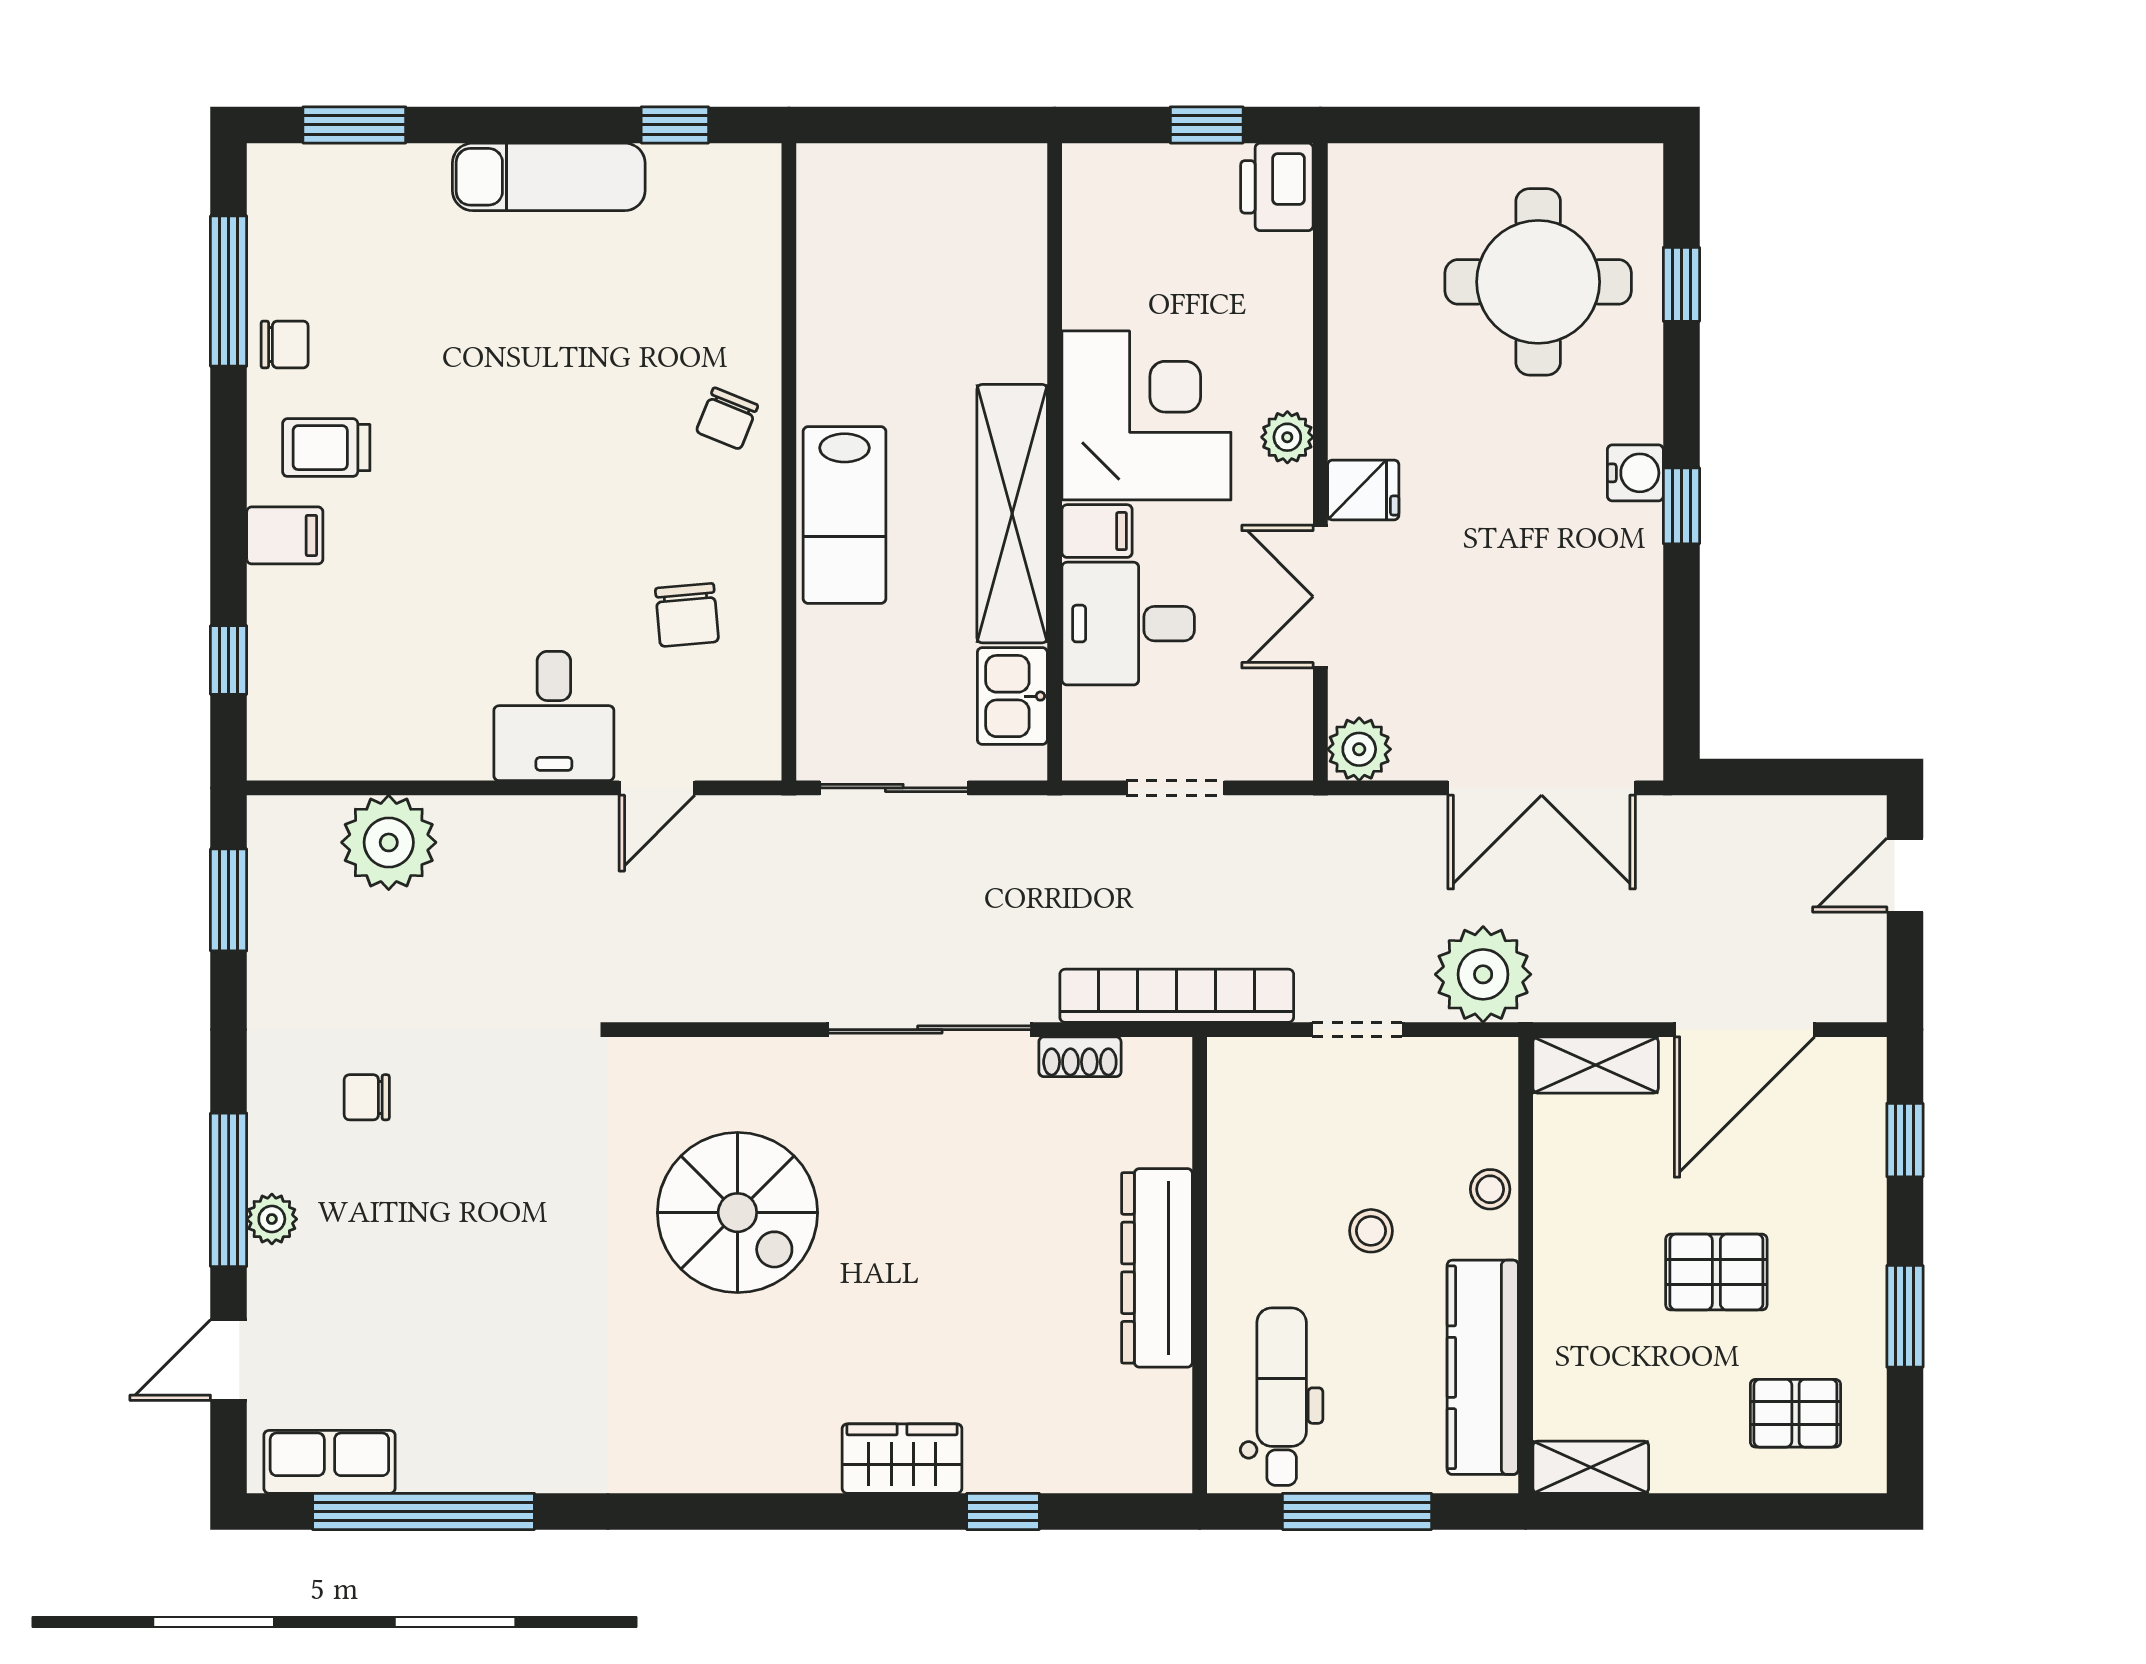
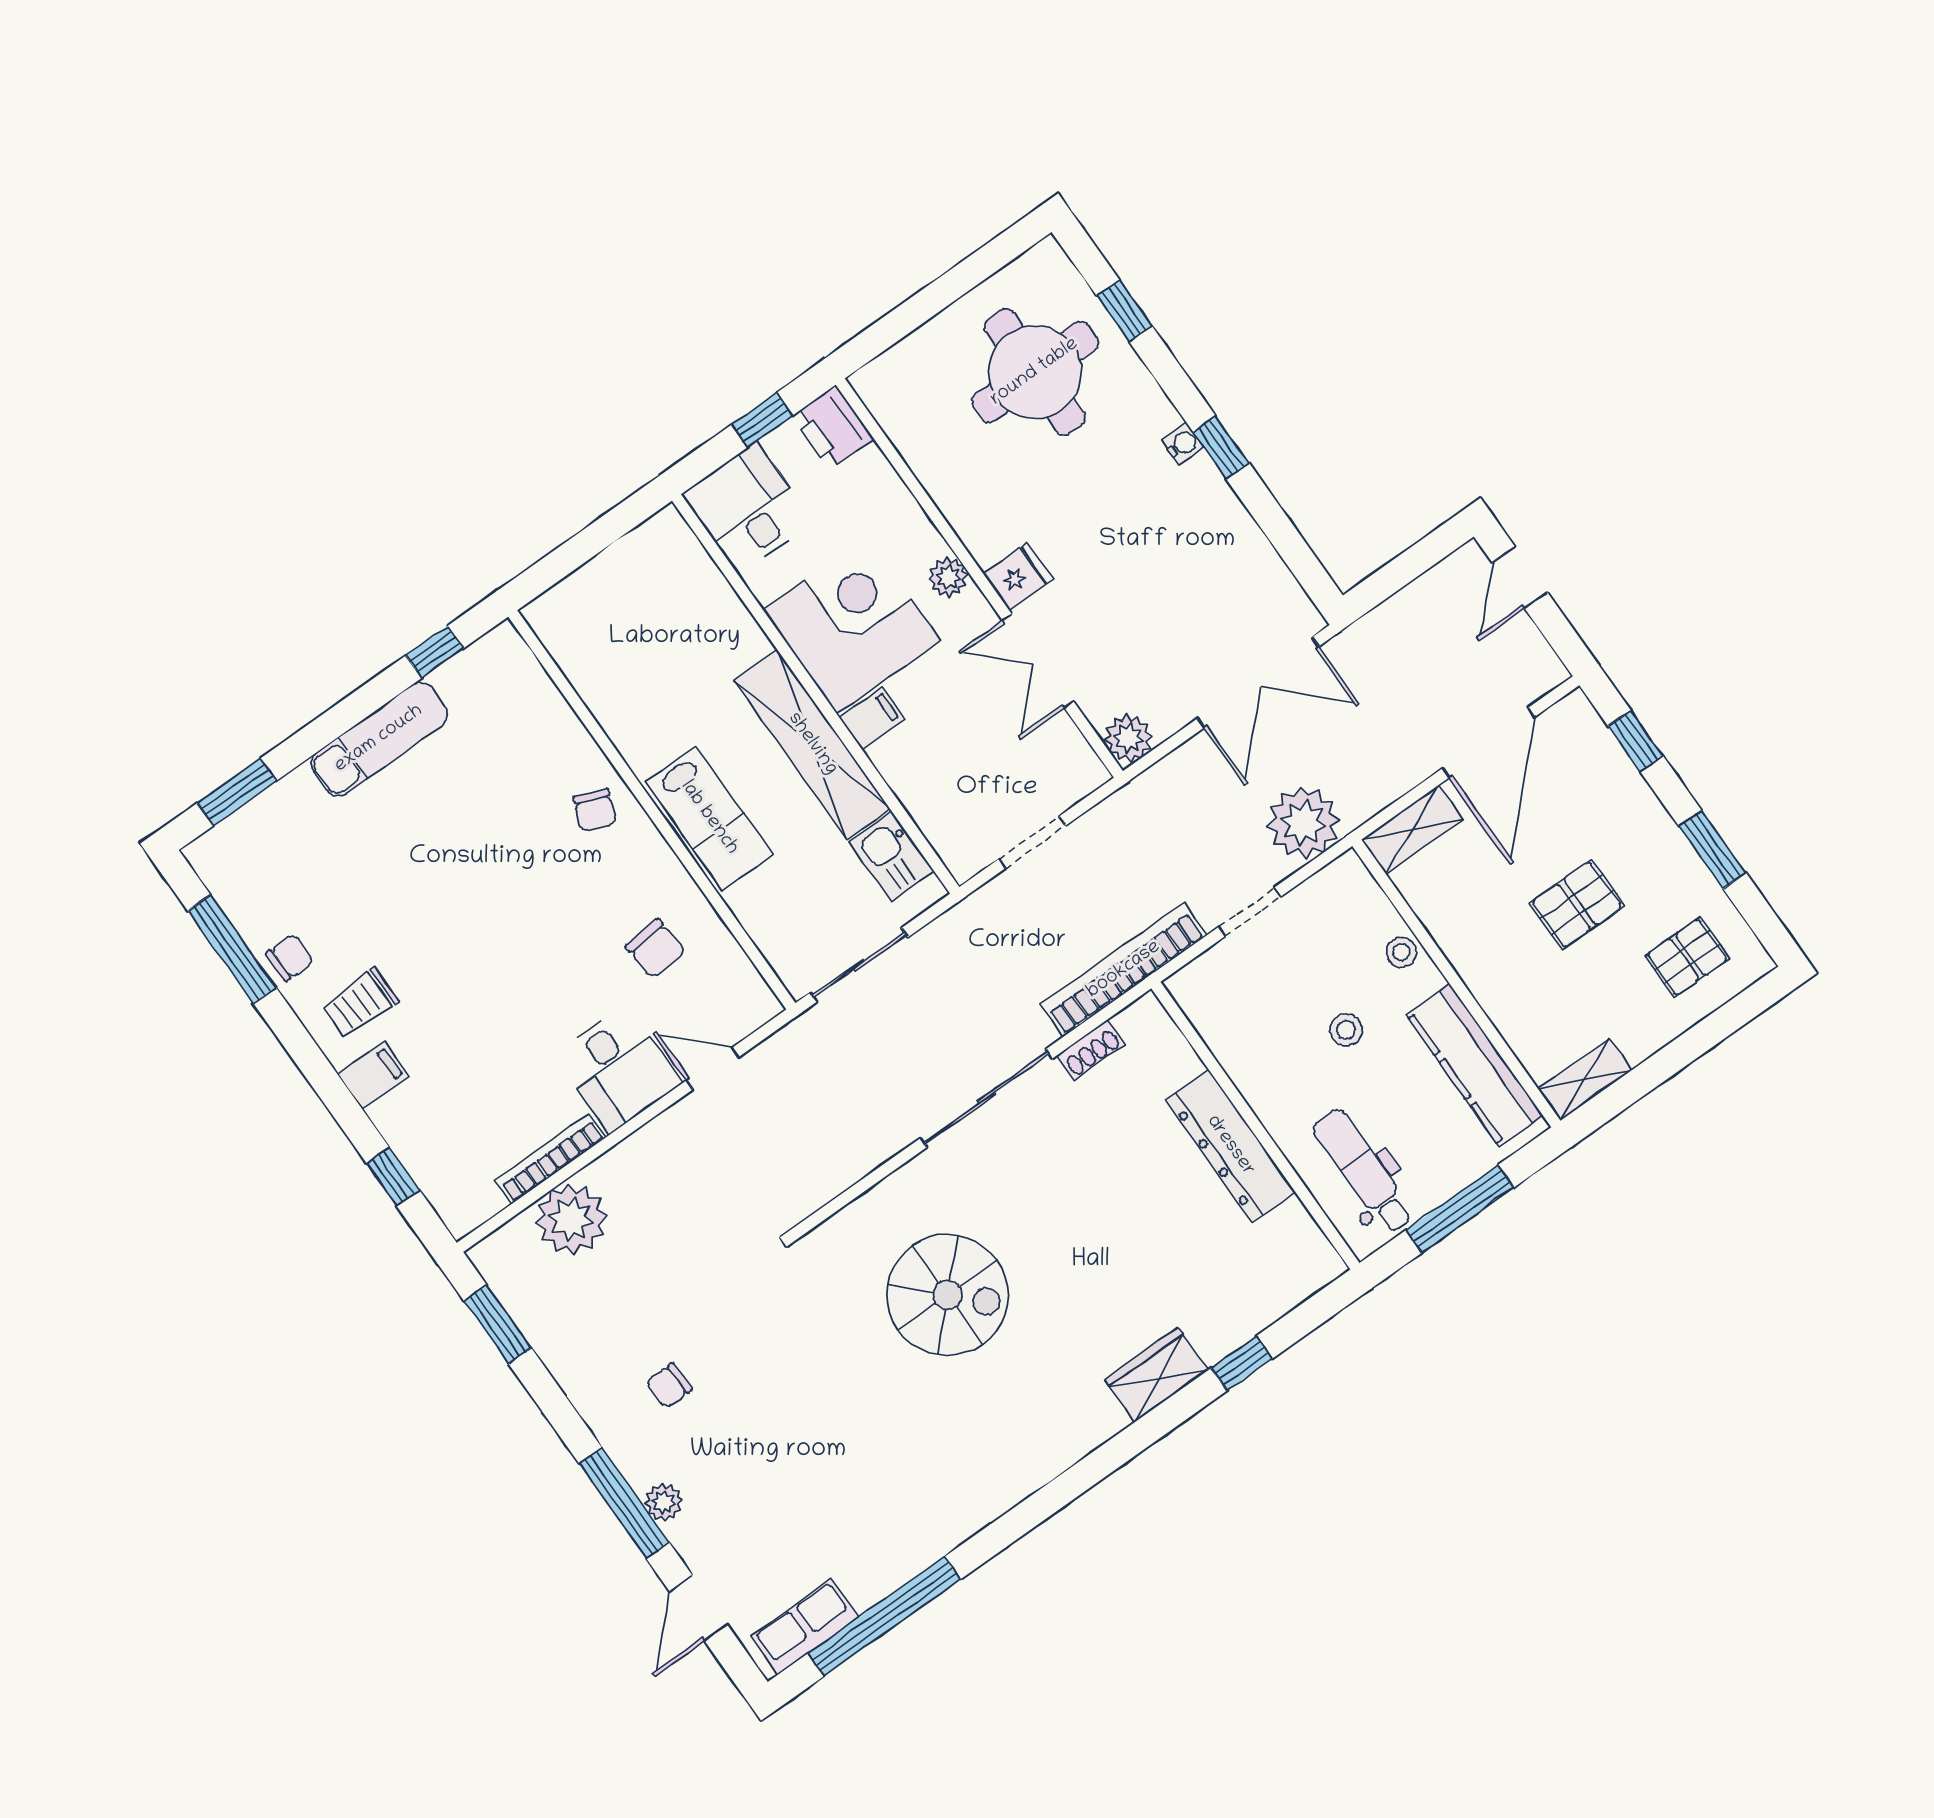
water cooler: (1635, 473) -> (1183, 444), width x0.72, depth x0.72
desk: (1128, 624) -> (748, 508), moved, turned 90
bookcase: (413, 761) -> (551, 1158), added
door: (657, 788) -> (713, 1068), swing flipped

